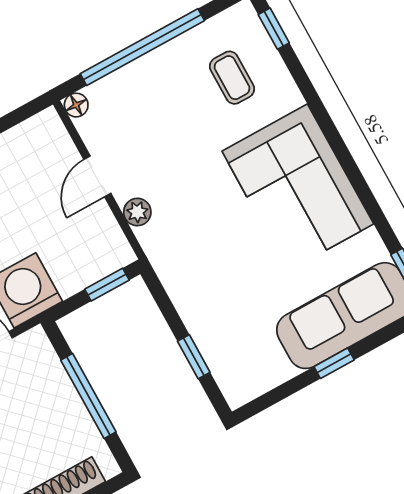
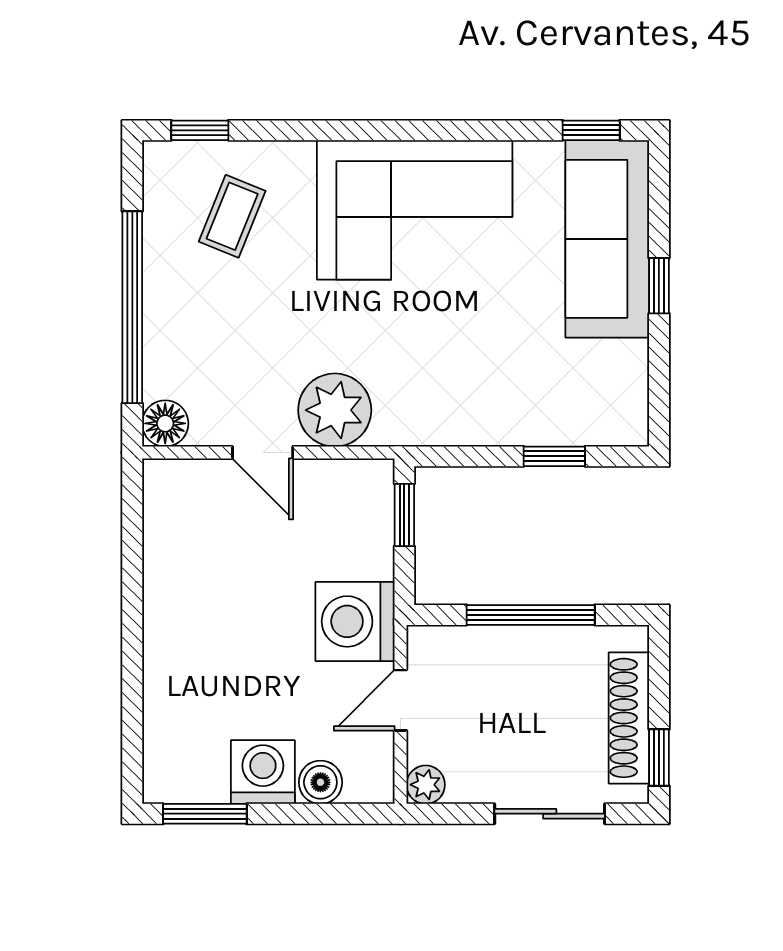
coffee table: (232, 78) -> (232, 216), turned -68
floor lamp: (76, 105) -> (165, 423), width x1.37, depth x1.37
plant: (137, 212) -> (335, 410), width x1.87, depth x1.87

